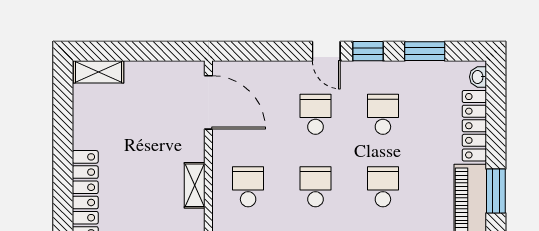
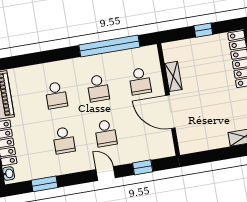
window: (368, 51) -> (143, 167), moved
door: (208, 102) -> (170, 112), moved

